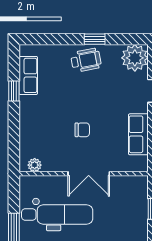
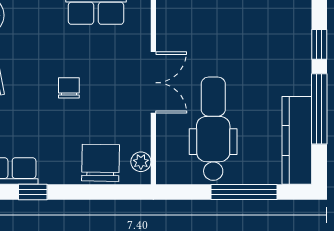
chair: (82, 130) -> (69, 88), moved
chair: (34, 137) -> (100, 163), added

